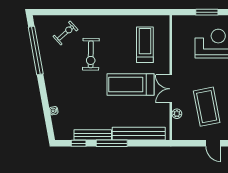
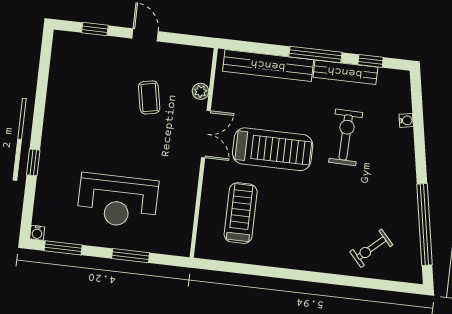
treadmill: (145, 45) -> (241, 213), turned 180
exercise bike: (91, 54) -> (346, 137), moved
coffee table: (207, 107) -> (149, 97), width x0.54, depth x0.58

